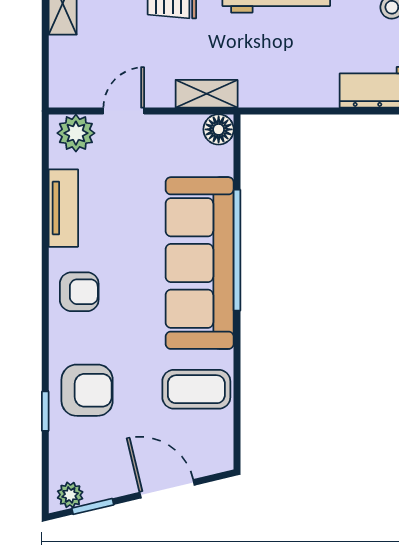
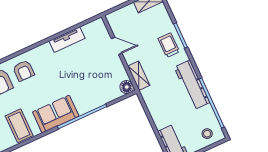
plant: (76, 133) -> (99, 31), removed
sofa: (200, 263) -> (56, 114), width x0.54, depth x0.79
armchair: (79, 292) -> (24, 71), moved

